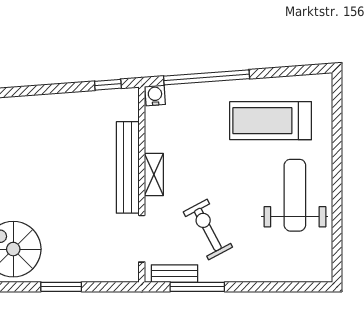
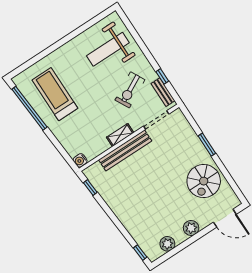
window: (207, 77) -> (29, 108), moved
treadmill: (271, 121) -> (55, 94), turned 180
weight bench: (295, 195) -> (108, 49), moved
window: (197, 287) -> (162, 76), width x0.46

